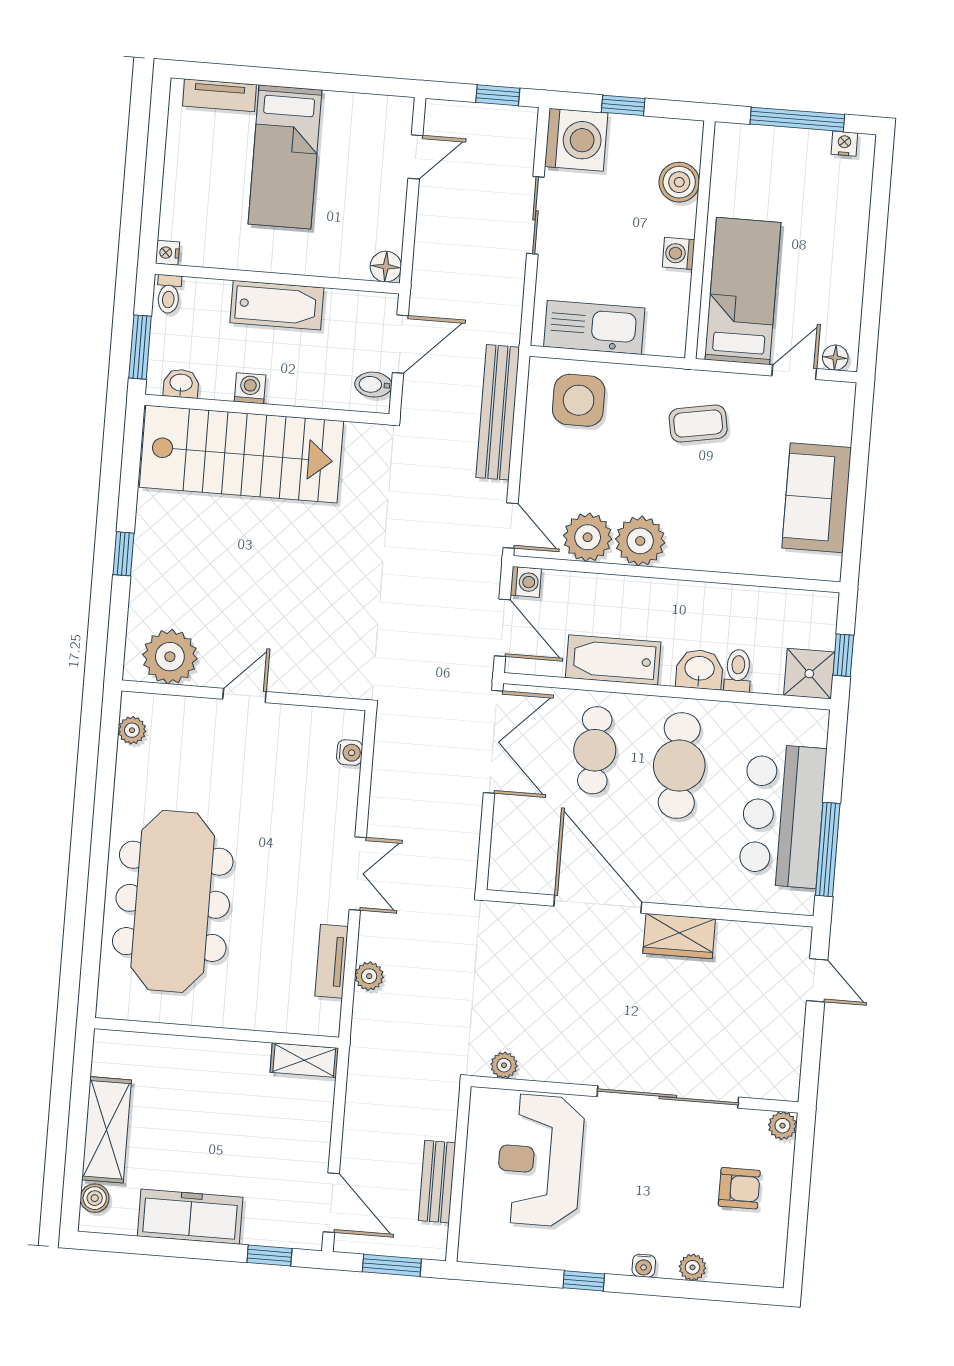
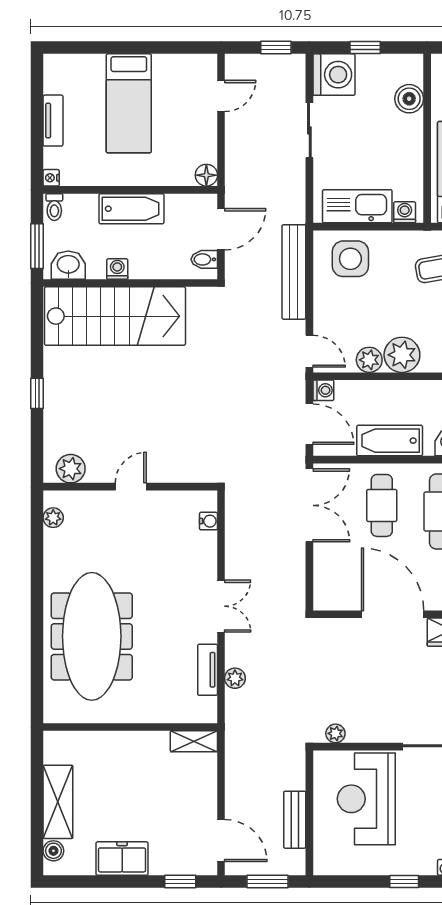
tv unit: (219, 95) -> (53, 121), moved, turned -90
washing machine: (678, 253) -> (405, 212), moved, turned 90
washbasin: (181, 383) -> (68, 265), width x1.38, depth x1.45
plant: (588, 537) -> (369, 360), width x0.73, depth x0.73
plant: (170, 657) -> (71, 469), width x0.73, depth x0.73
freezer: (190, 1217) -> (122, 859), width x0.71

